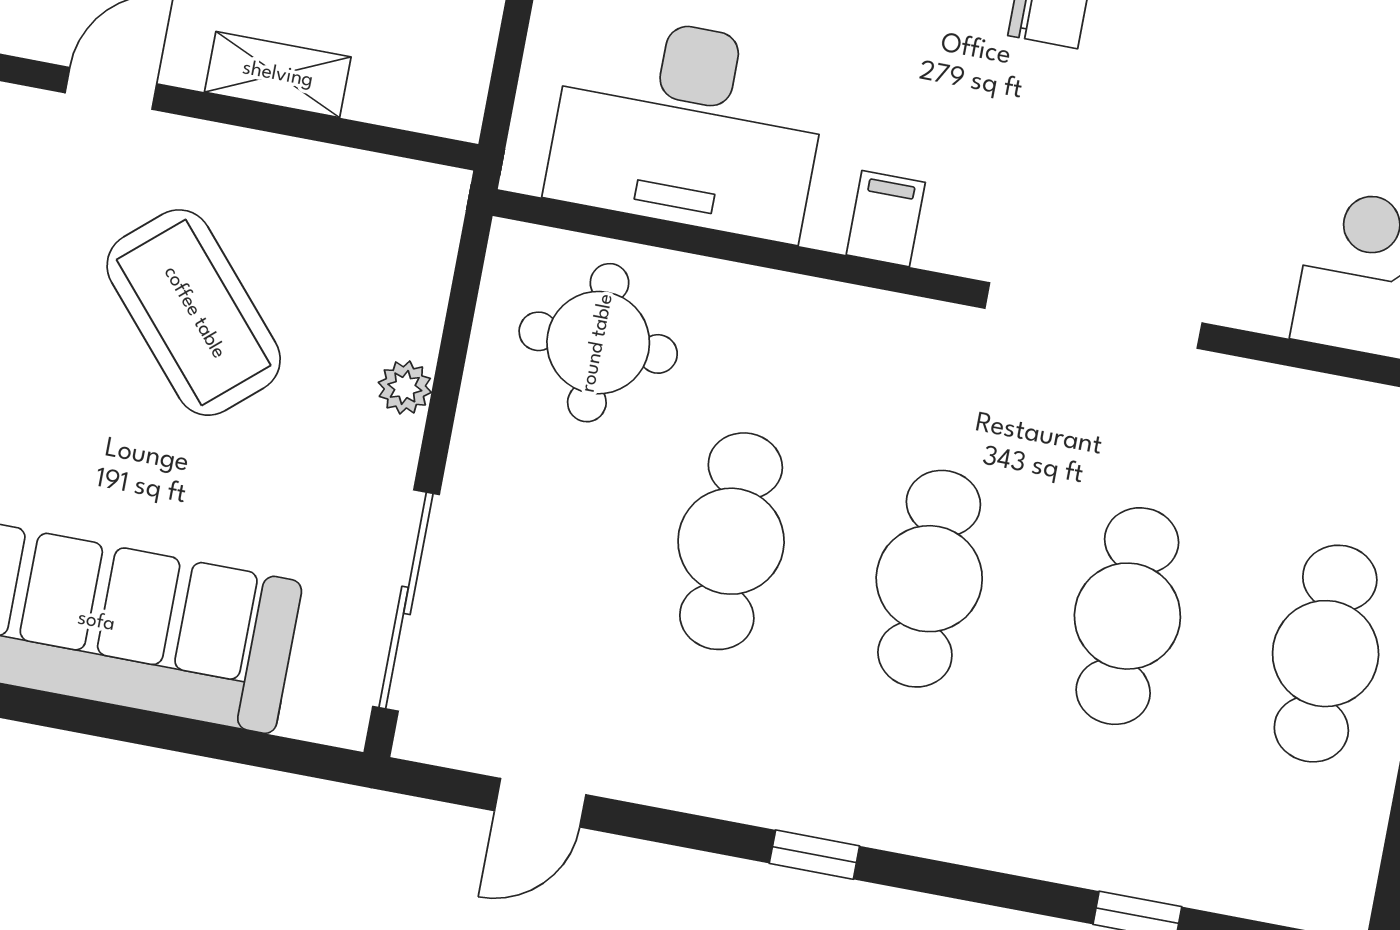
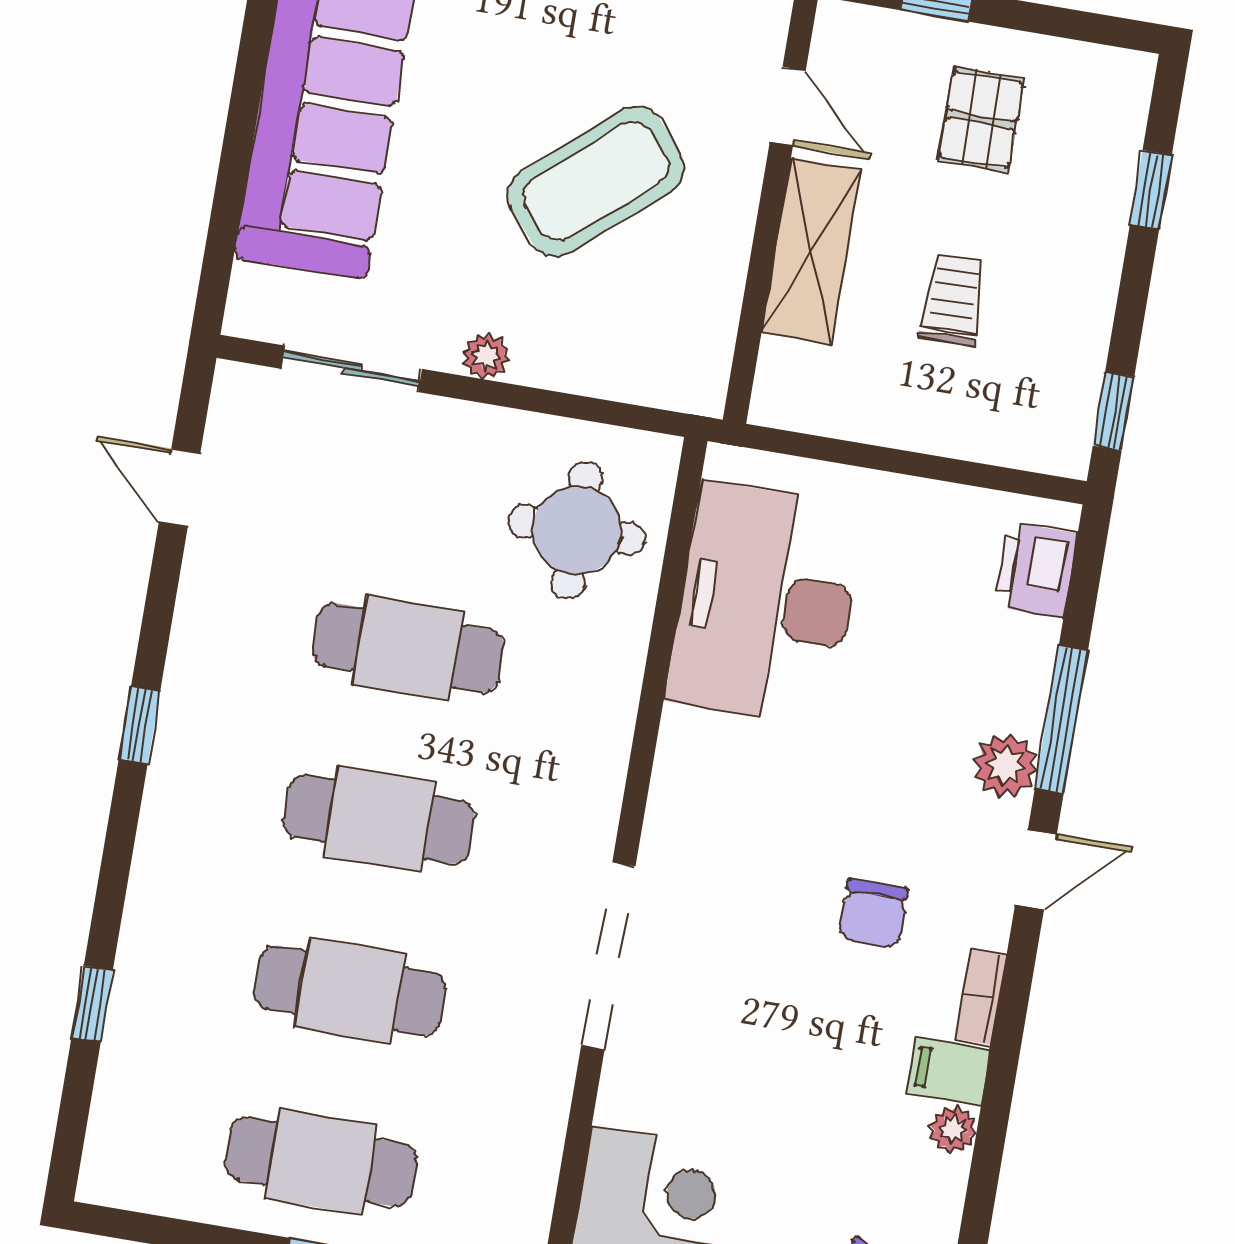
shelving: (278, 75) -> (811, 251), width x1.50, depth x1.33
filing cabinet: (886, 219) -> (688, 776), removed
plant: (405, 387) -> (486, 356), moved
sliding door: (406, 600) -> (352, 369), width x0.73

